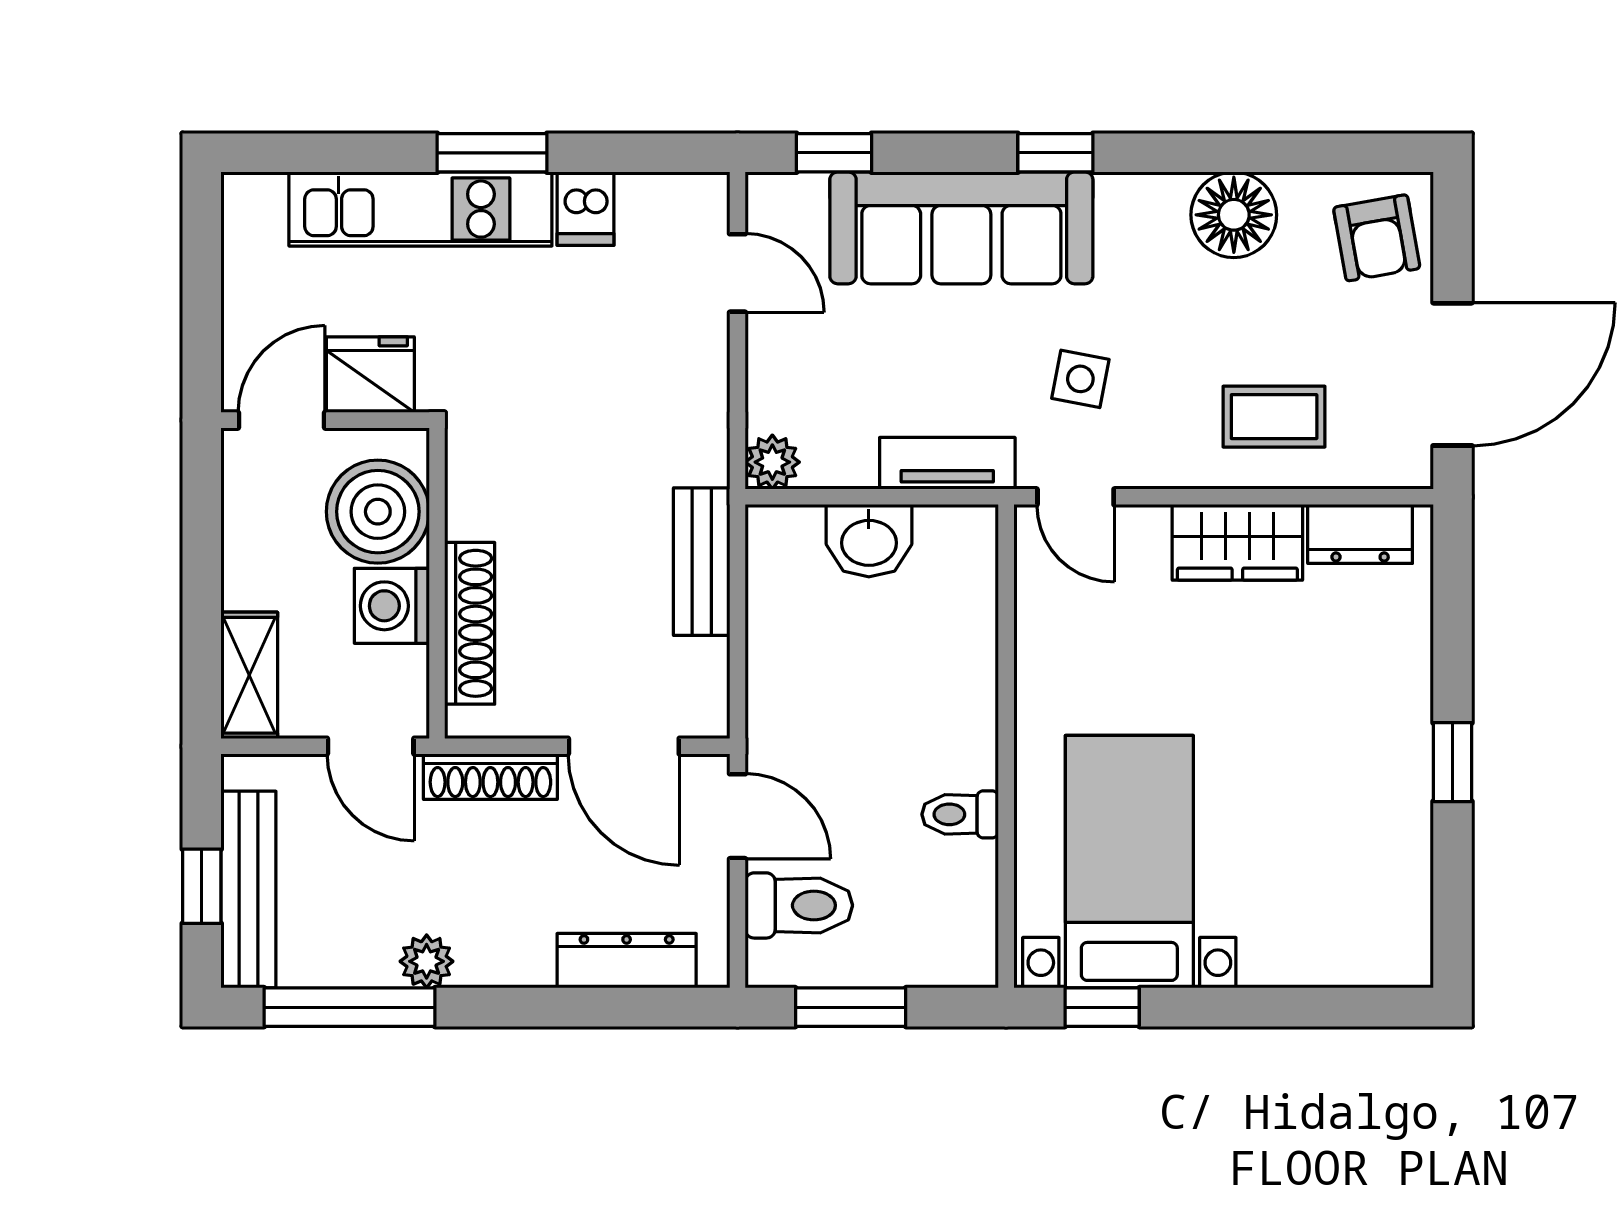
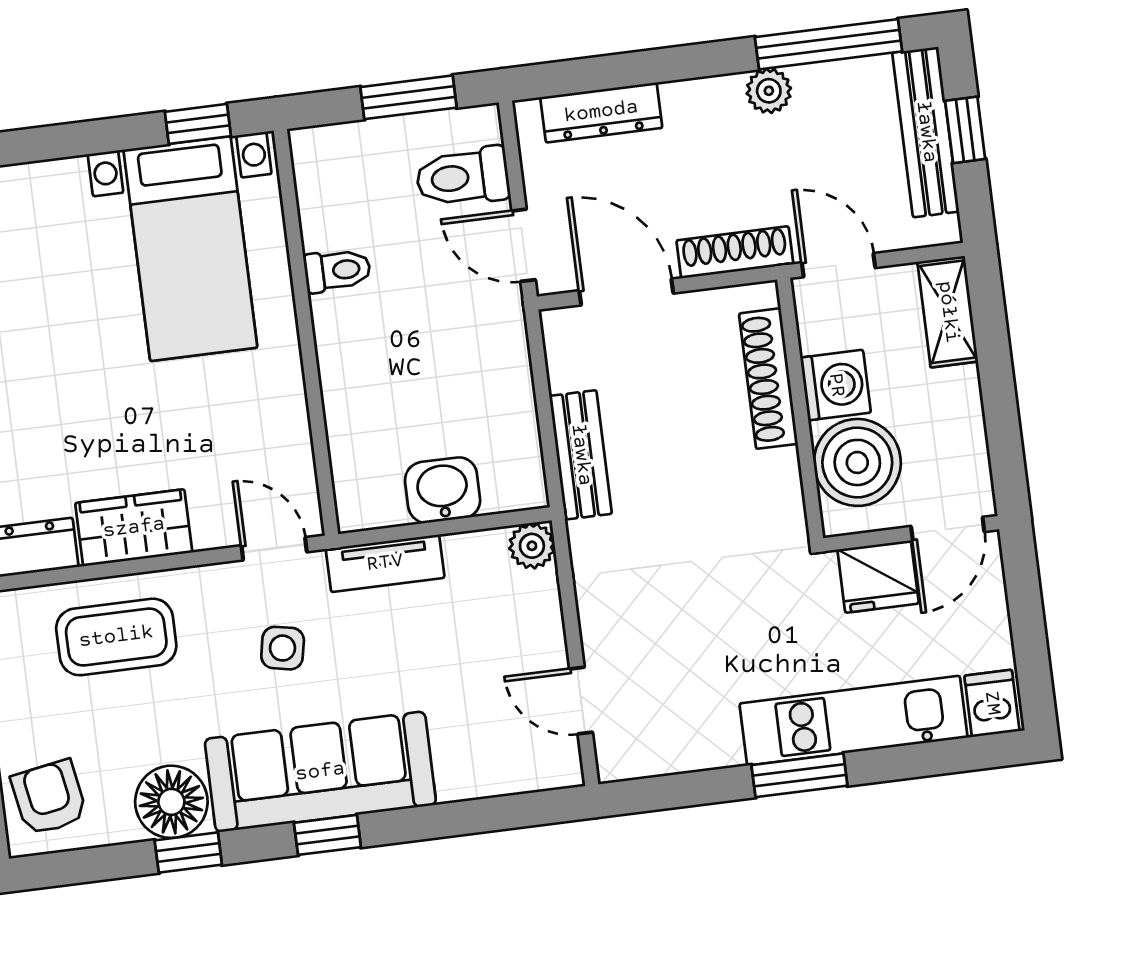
window: (834, 153) -> (188, 852), moved
dishwasher: (586, 209) -> (992, 703), moved
sofa: (961, 228) -> (320, 772), moved
coffee table: (1274, 417) -> (116, 637), width x1.36, depth x1.30

